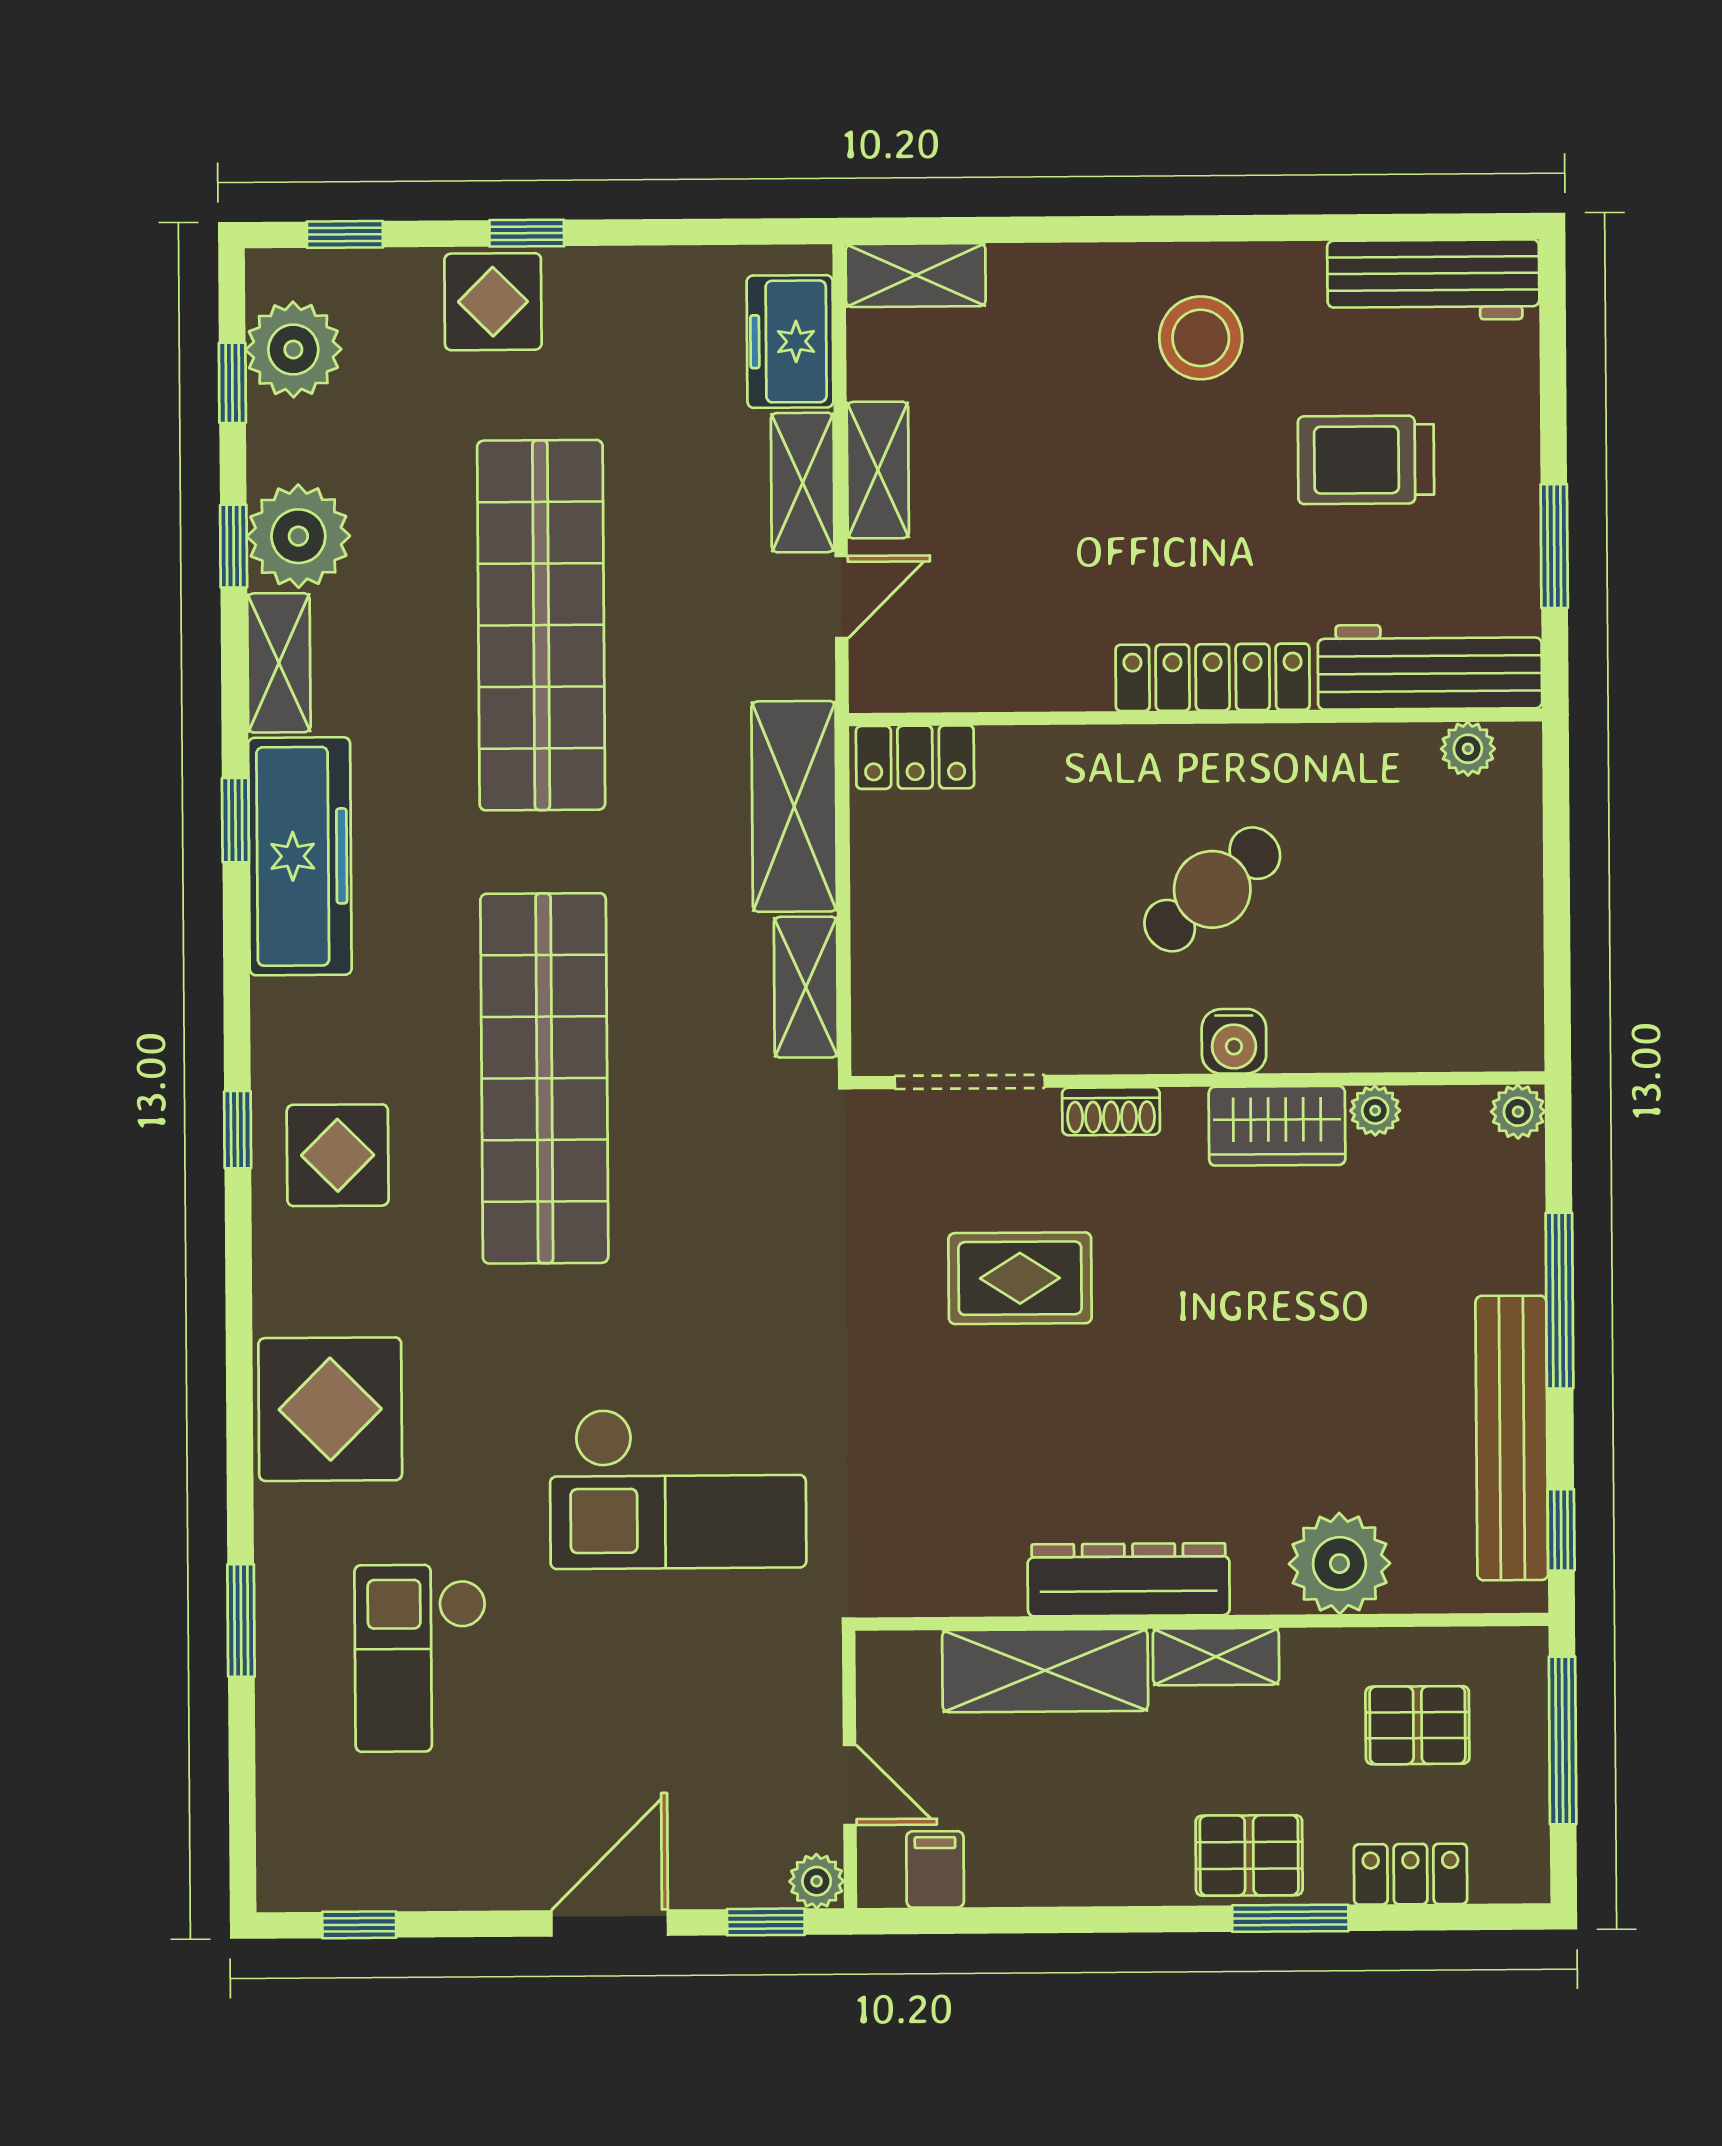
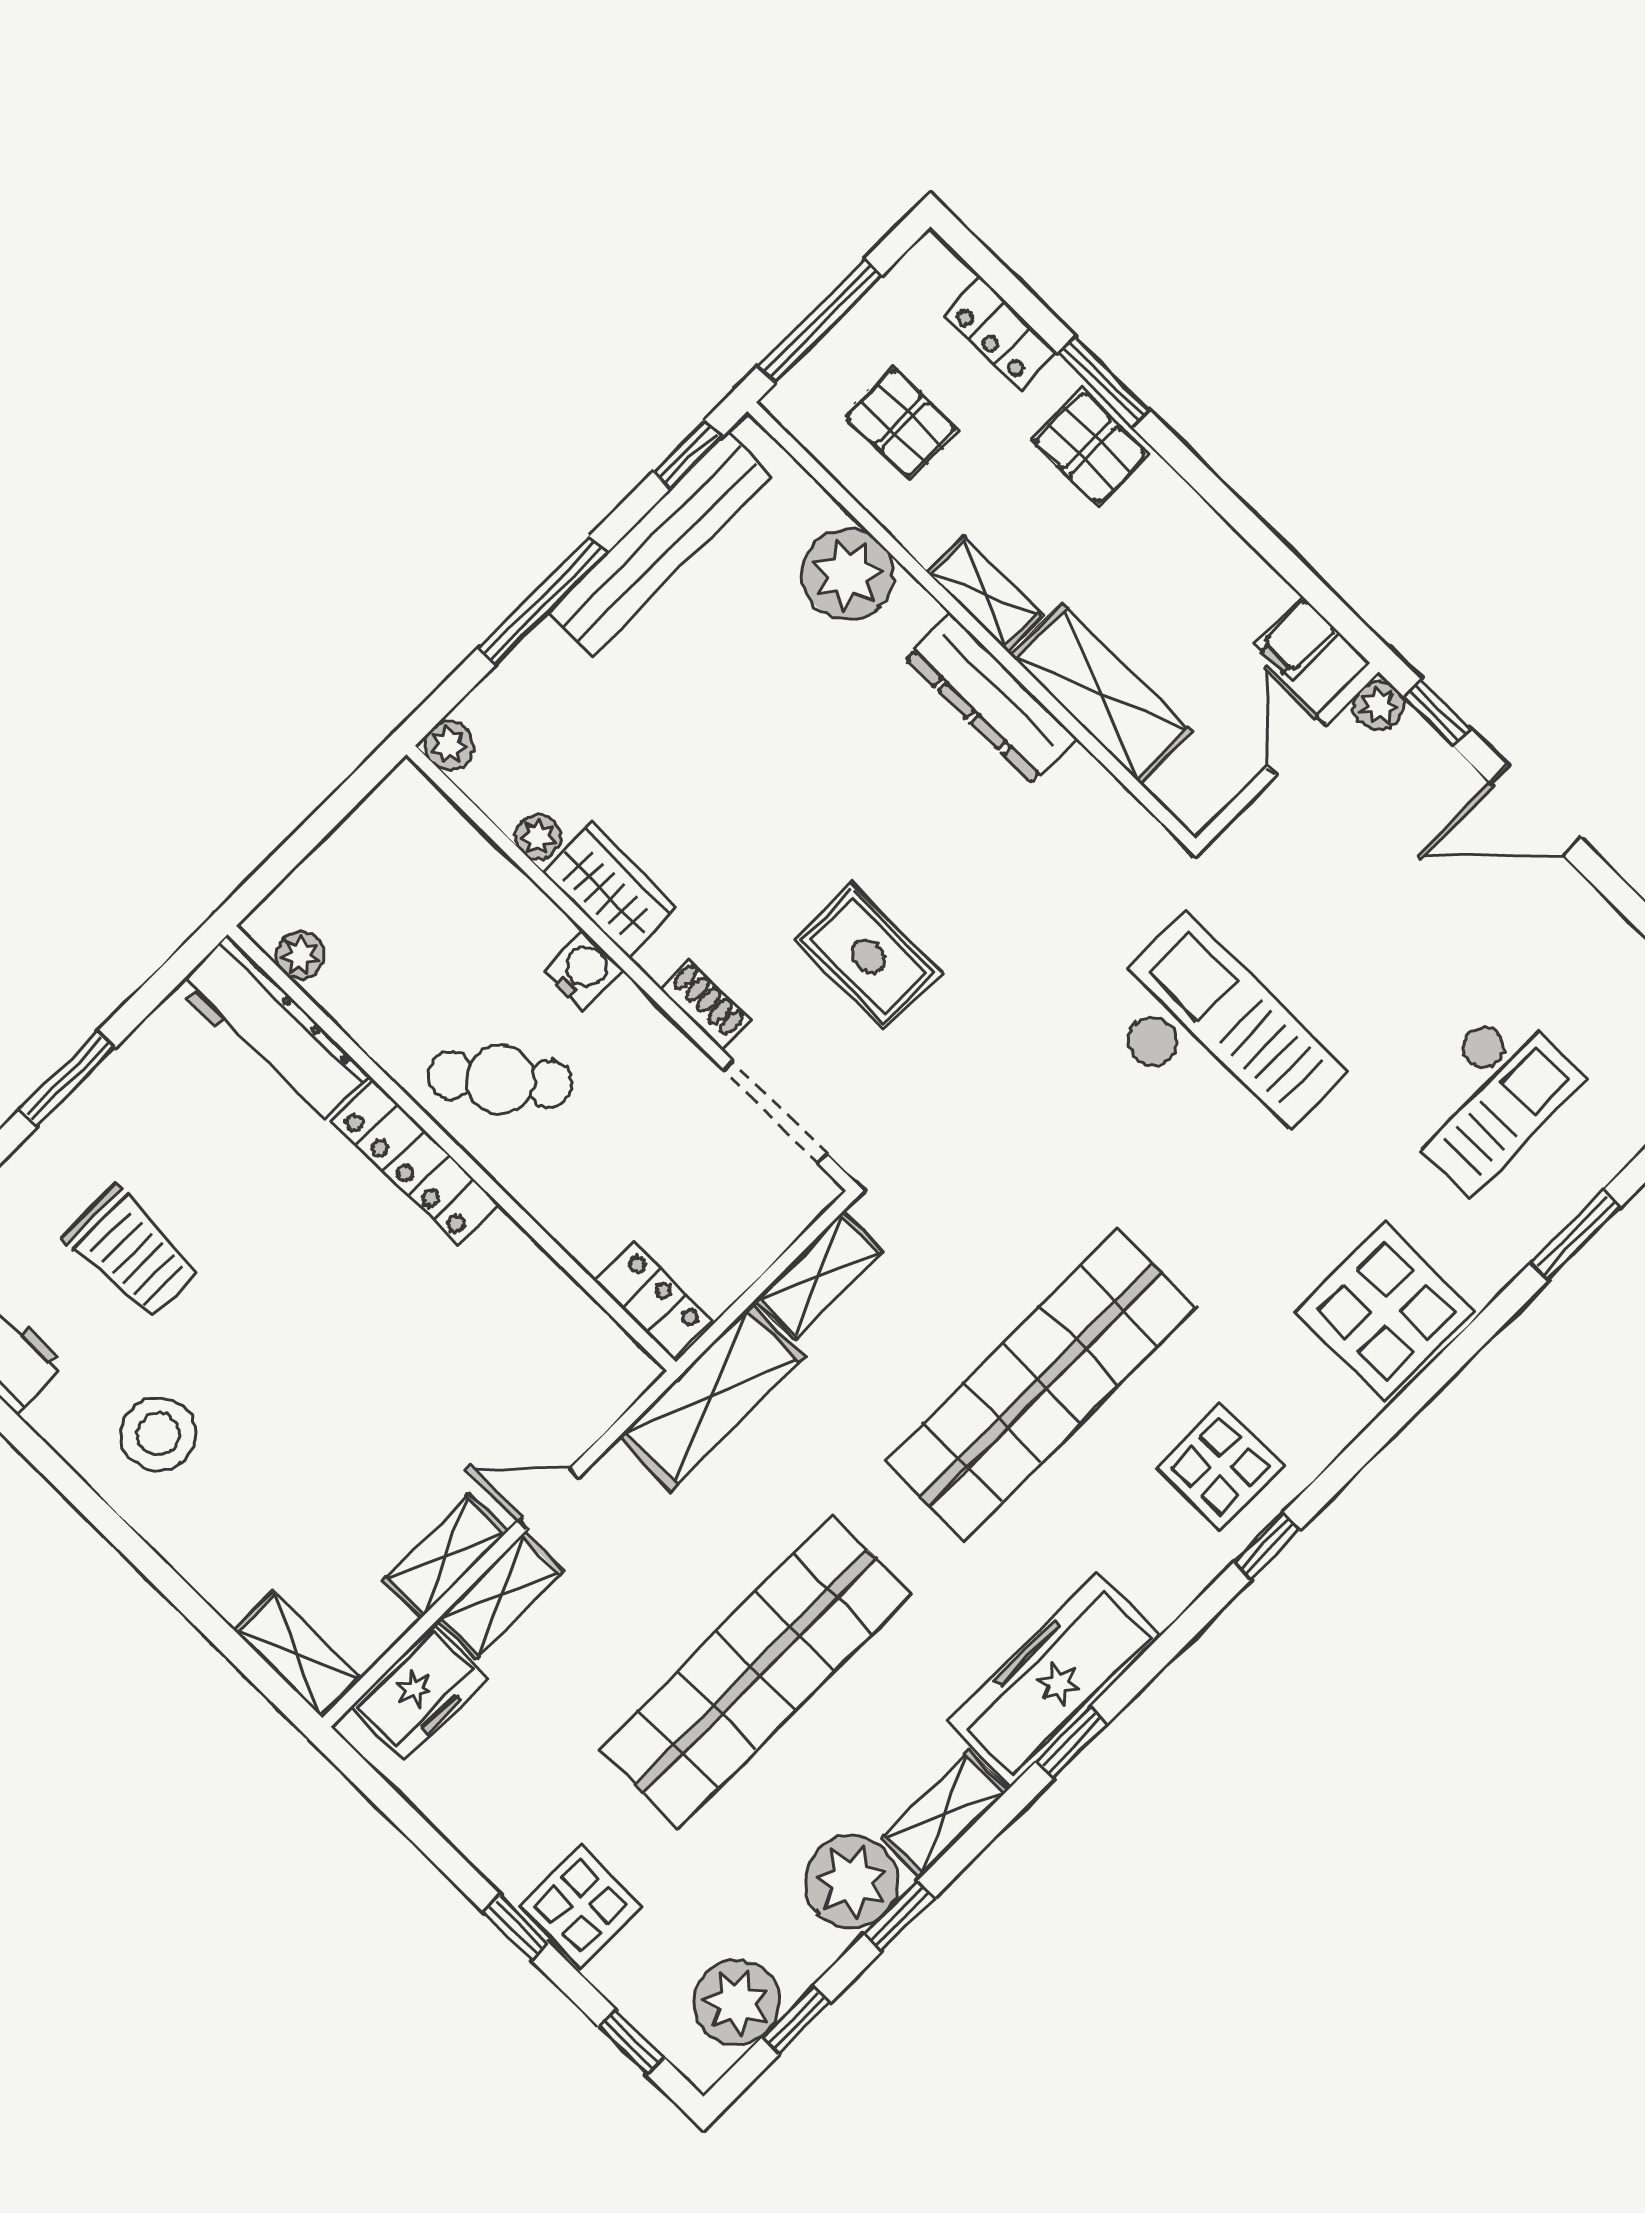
workbench: (1430, 667) -> (272, 1031), moved
locker: (1213, 677) -> (416, 1163), moved
wall: (1196, 717) -> (452, 1148), moved
plant: (1468, 749) -> (300, 956), moved
locker: (915, 757) -> (654, 1301), moved

